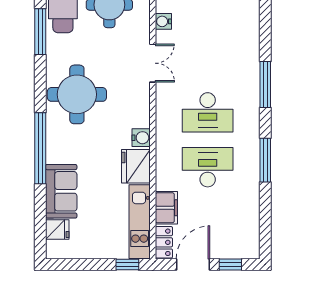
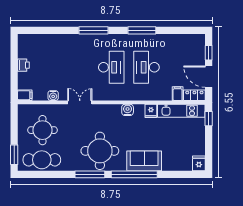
window: (40, 32) -> (90, 174), moved
fridge: (136, 166) -> (151, 111), width x0.53, depth x0.75
sofa: (61, 191) -> (144, 161), moved
filing cabinet: (166, 208) -> (178, 94), width x0.50
fridge: (57, 229) -> (199, 163), moved

